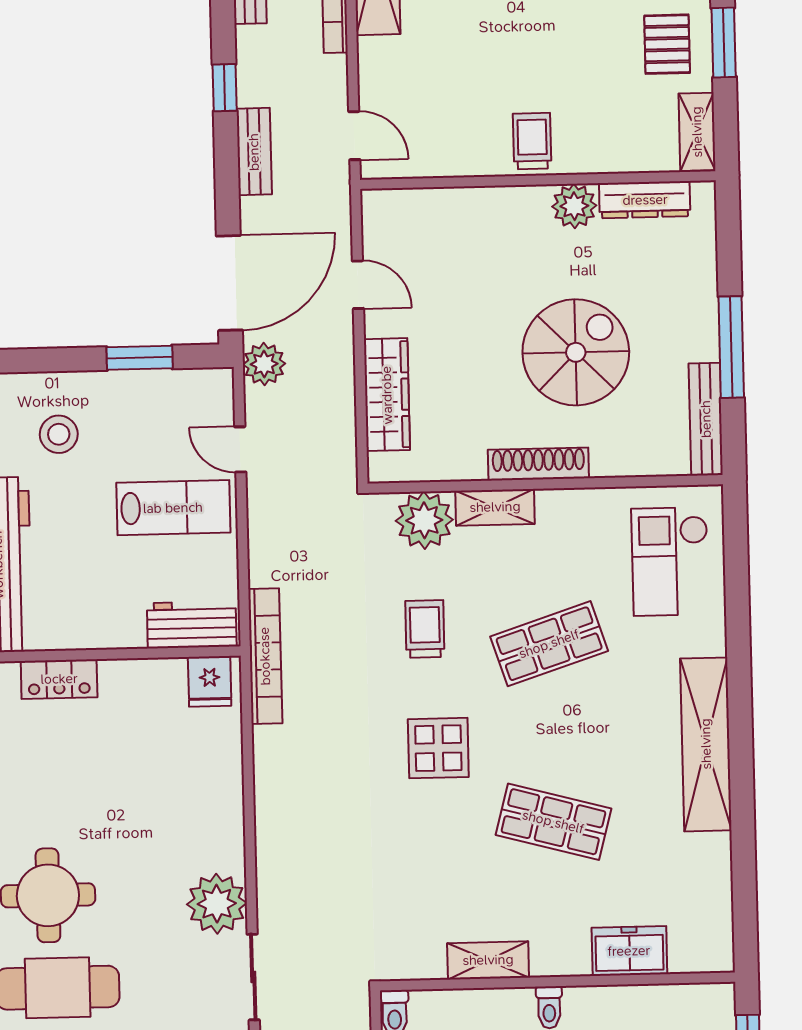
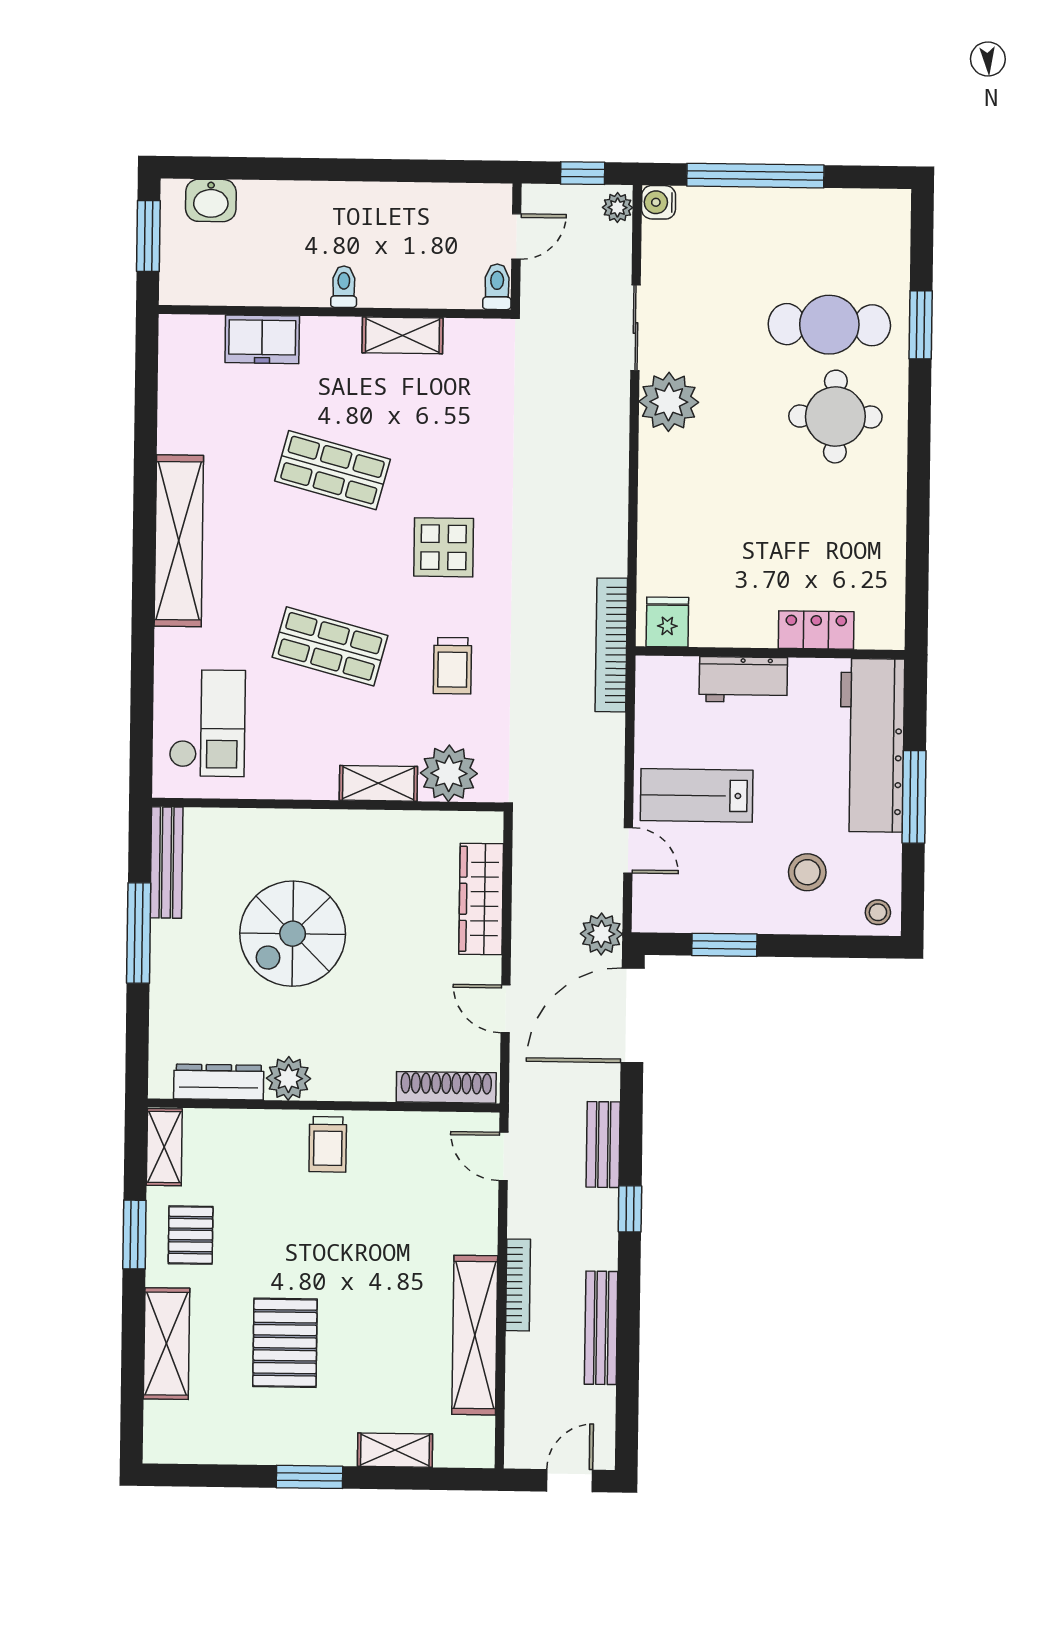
shoe rack: (538, 464) -> (446, 1087), moved, turned 180
workbench: (192, 625) -> (743, 680), moved
shop shelf: (549, 644) -> (330, 646), turned 33

